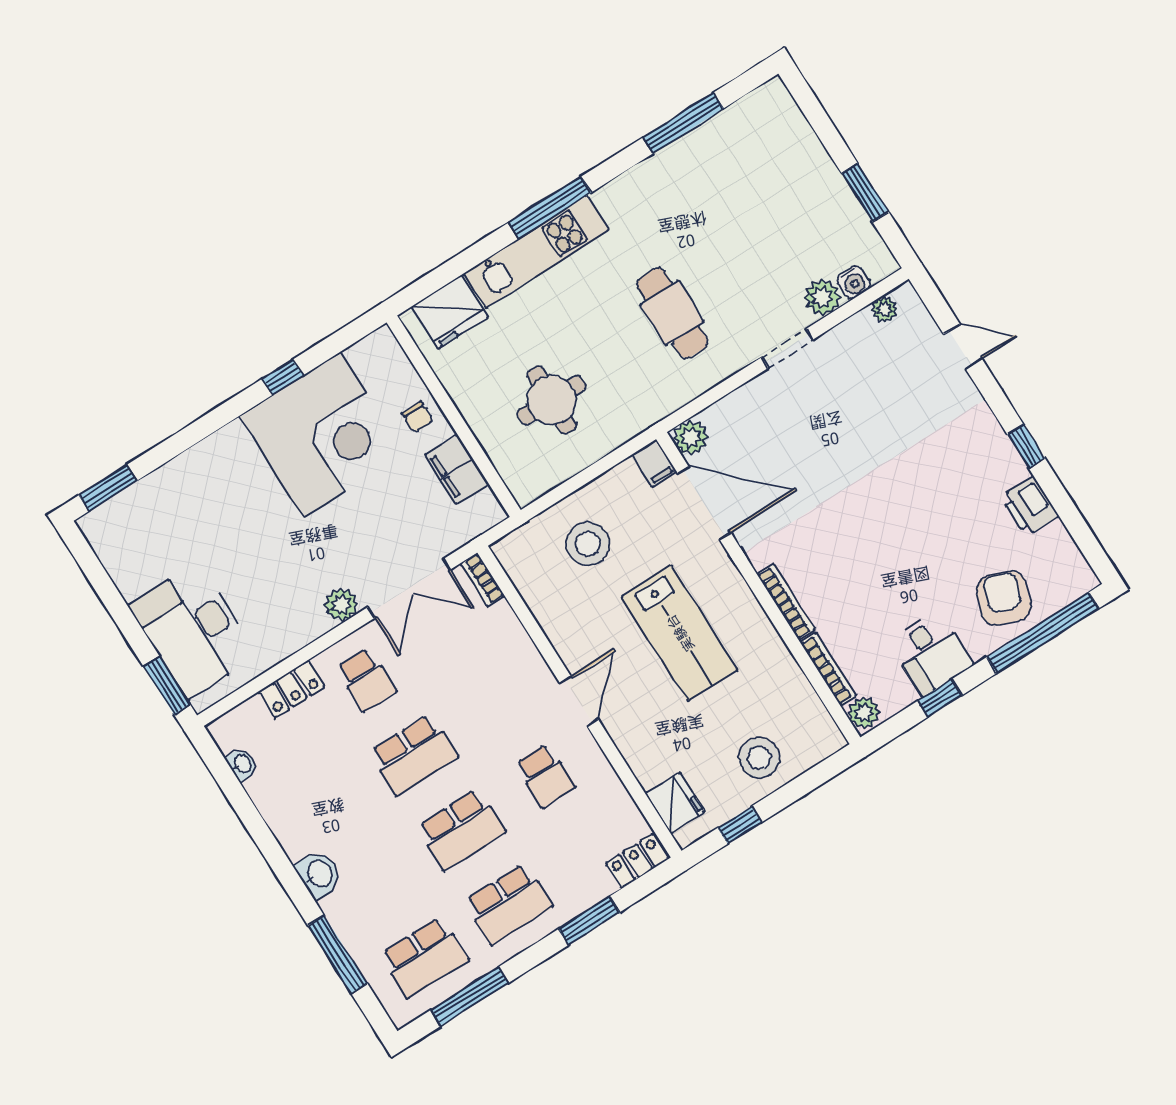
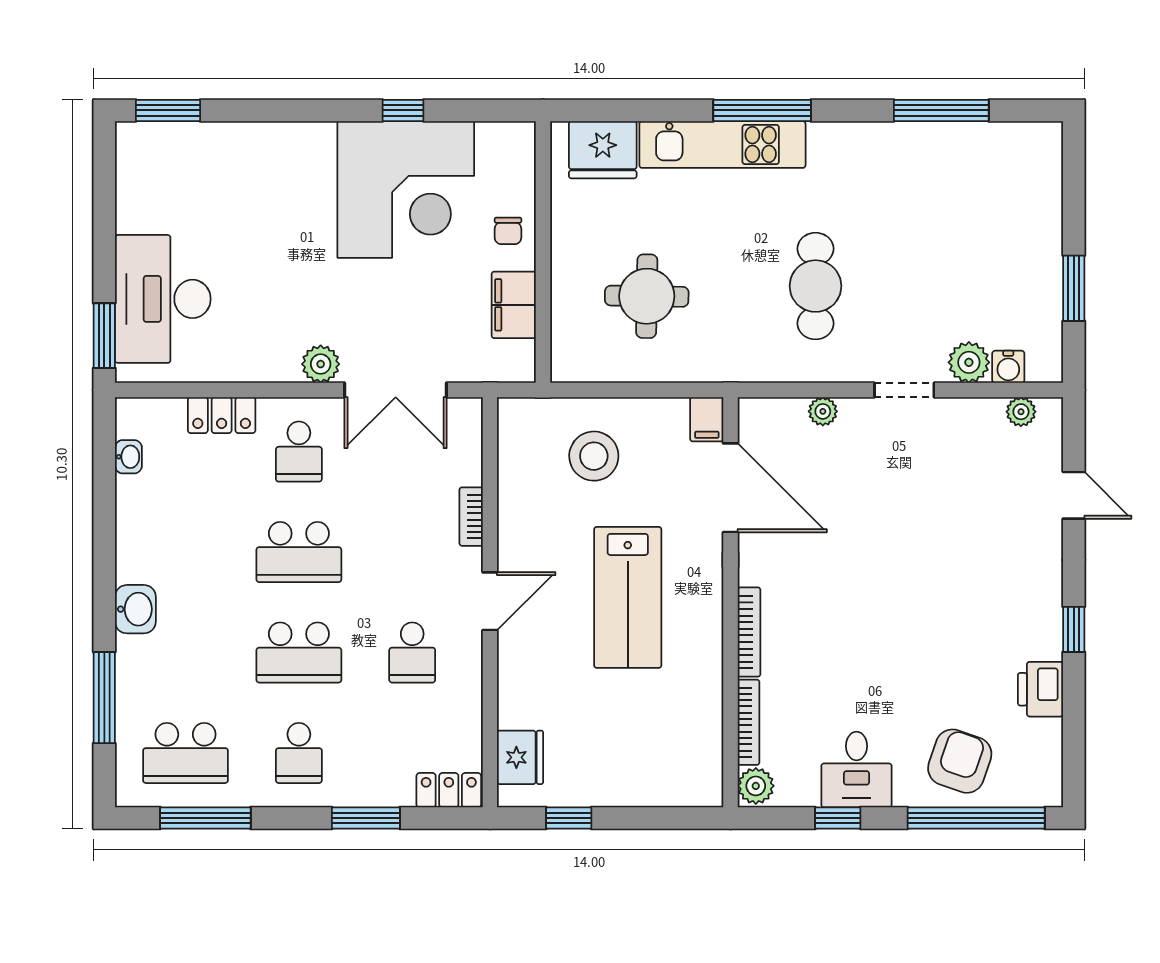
plant: (691, 438) -> (823, 411), moved, width x0.73, depth x0.73
bookcase: (482, 580) -> (471, 517), moved
stool: (759, 758) -> (628, 765), removed
school desk: (508, 904) -> (299, 753), width x0.54

